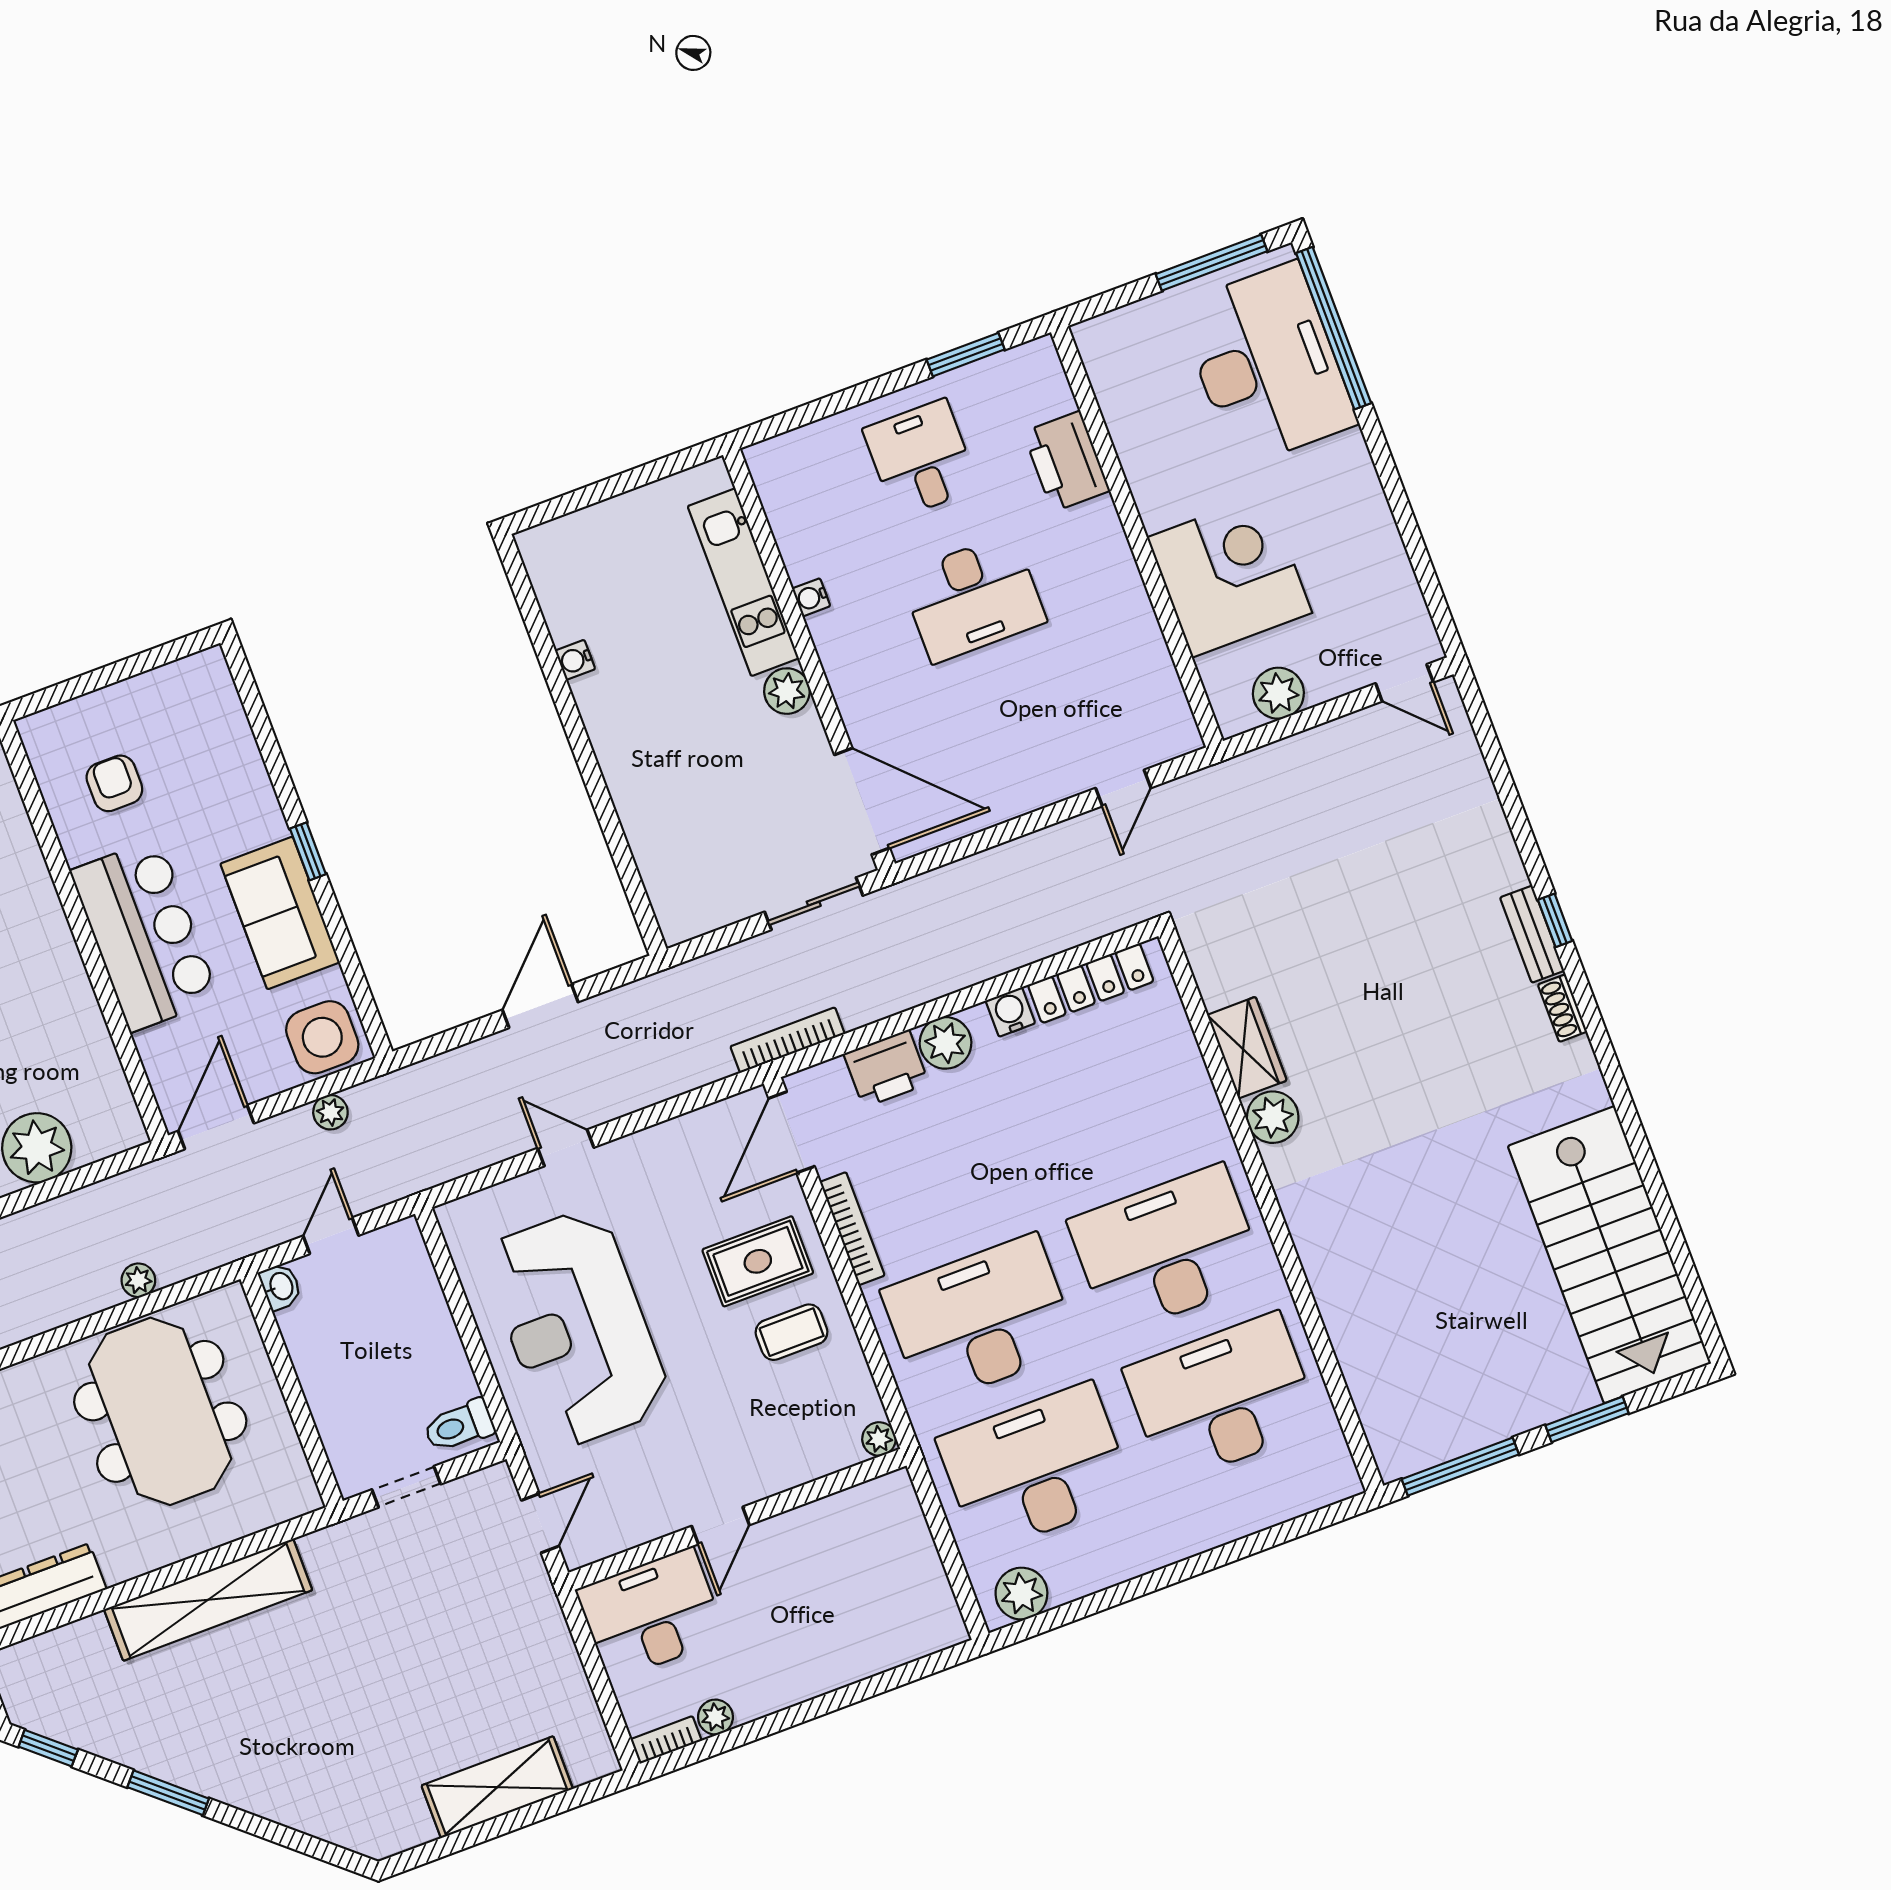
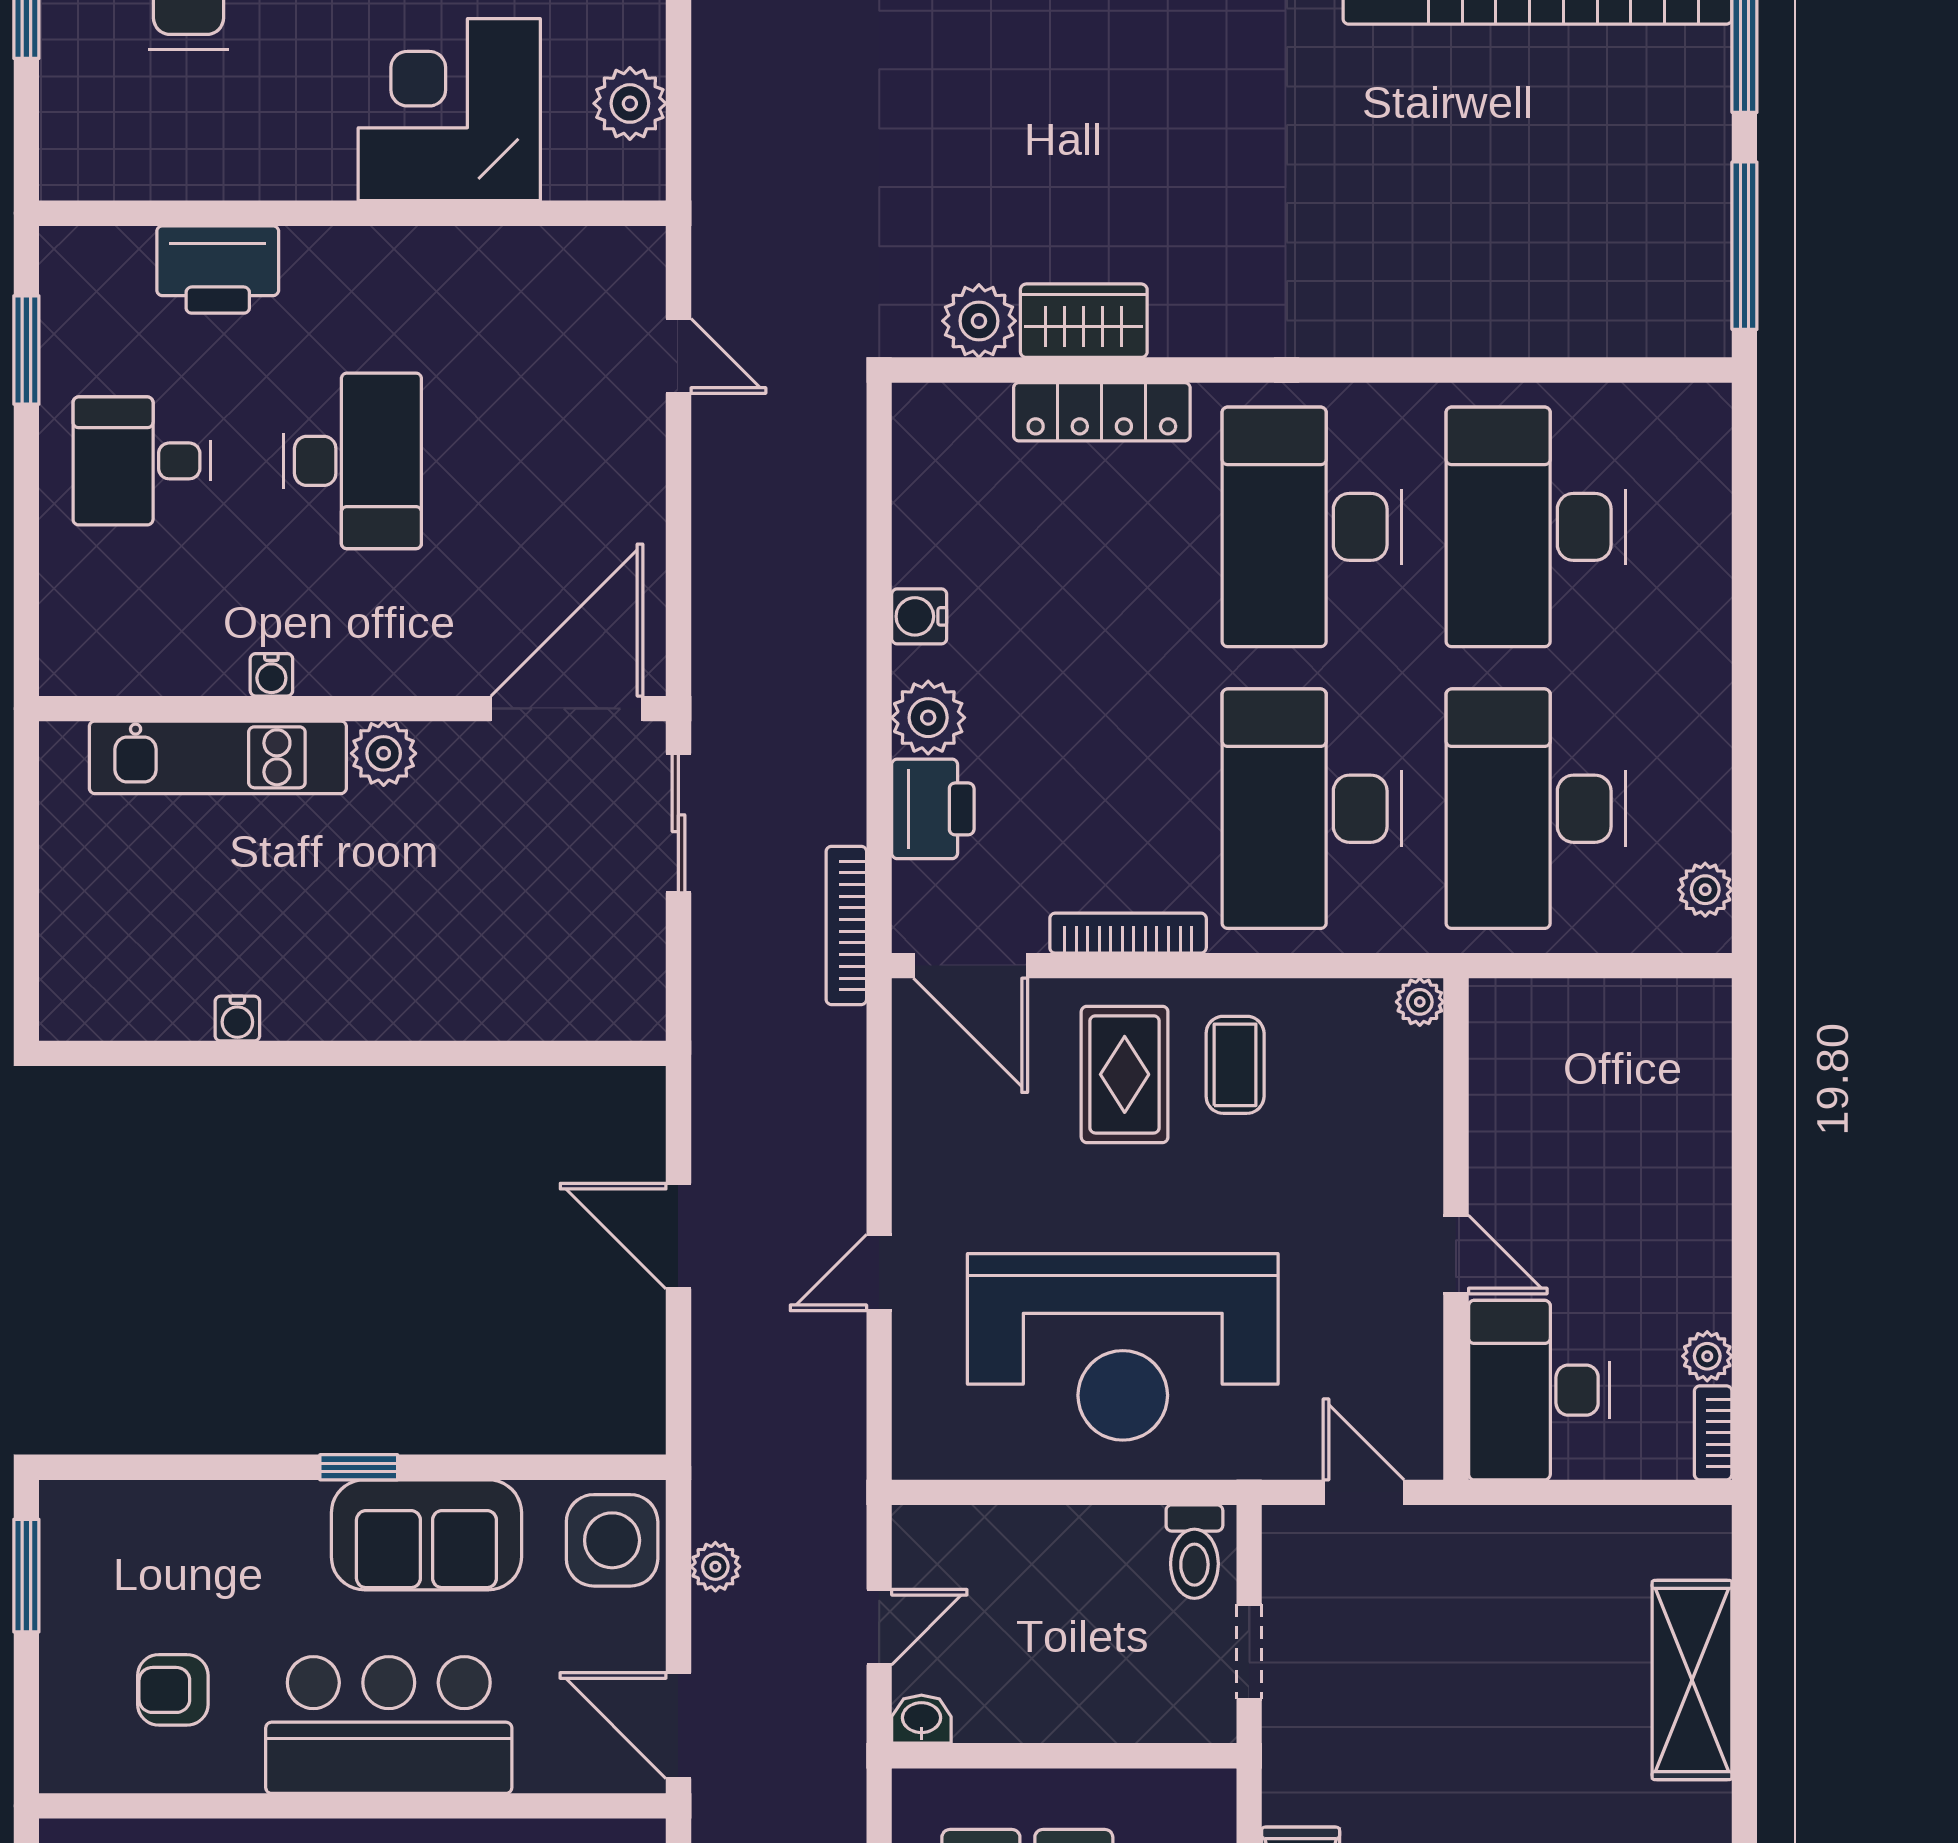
window: (154, 658) -> (26, 1576), added
locker: (1091, 983) -> (1102, 412), moved, turned 90
plant: (1273, 1117) -> (979, 321), moved
door: (331, 1236) -> (879, 1627), swing flipped
plant: (1021, 1594) -> (1705, 890), width x0.73, depth x0.73

